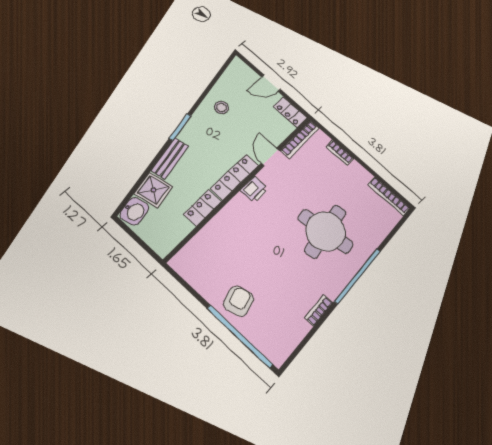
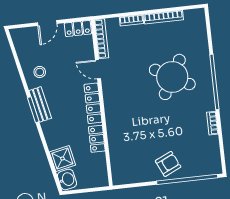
bench: (170, 158) -> (40, 104), moved
printer: (254, 189) -> (111, 98), removed
bookcase: (389, 196) -> (164, 17), moved
round table: (326, 231) -> (172, 77), turned 36
armchair: (239, 301) -> (168, 164), turned 80

